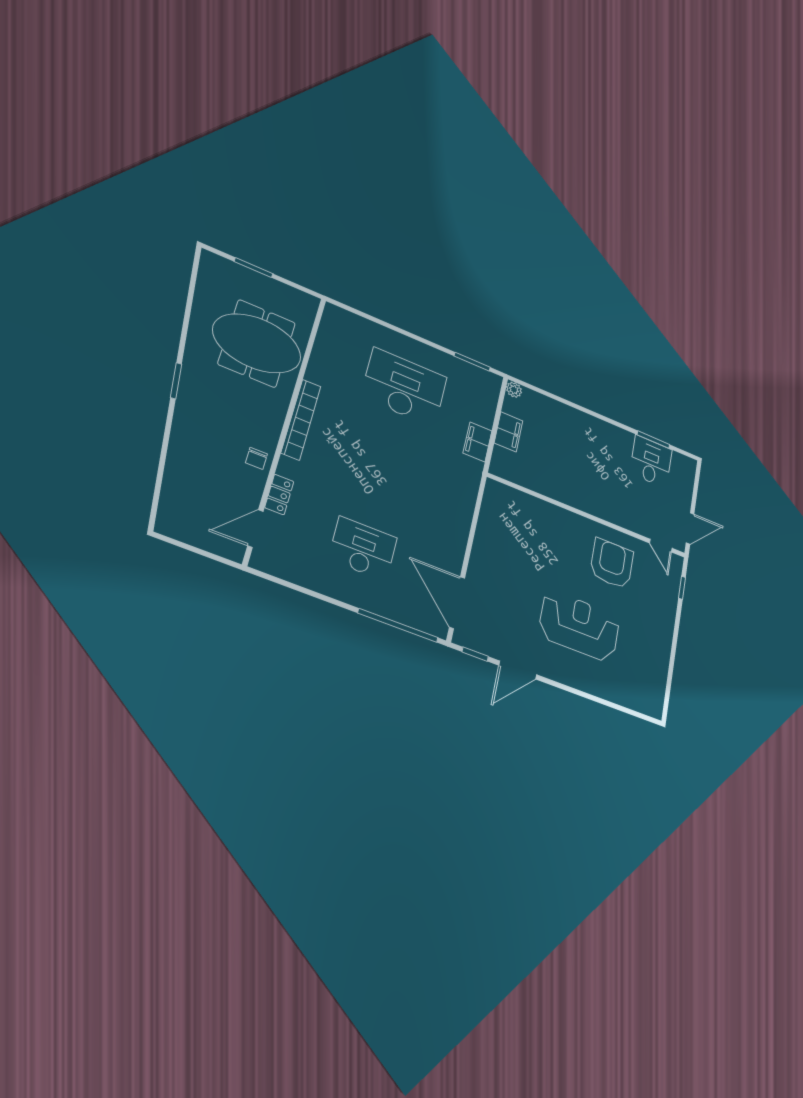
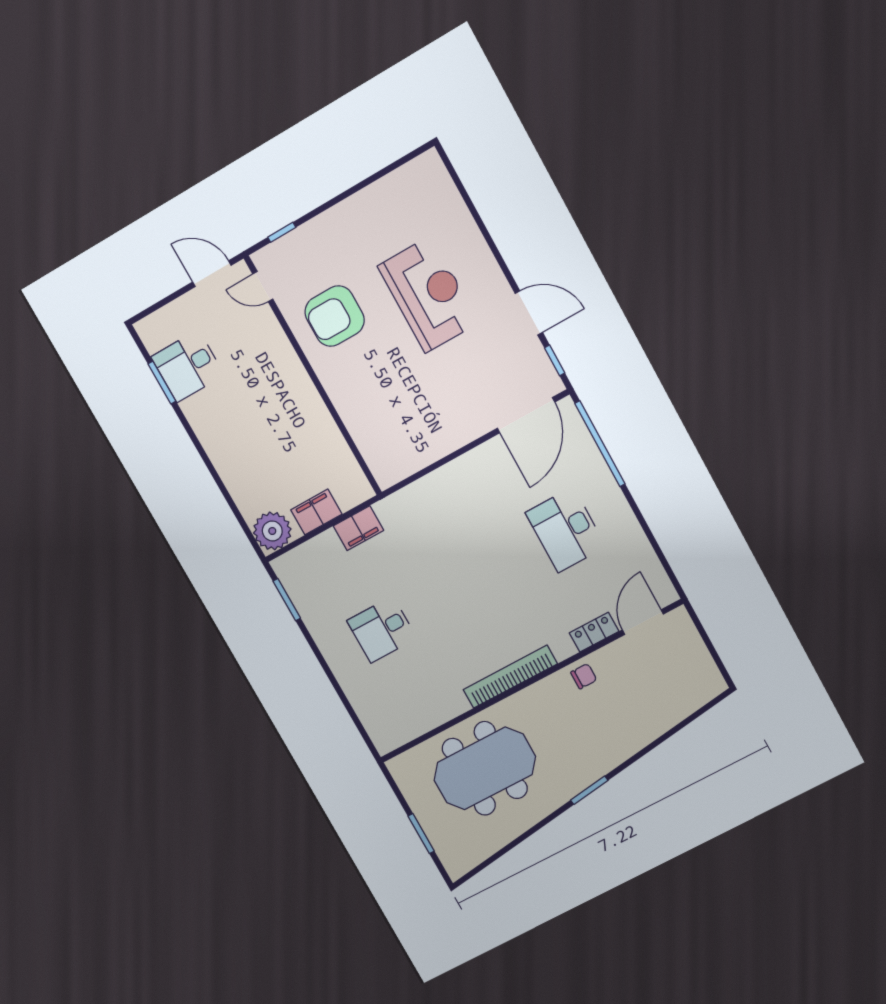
meeting table: (257, 343) -> (485, 768), turned 90
desk: (404, 387) -> (382, 630), width x0.53, depth x0.77
plant: (514, 390) -> (272, 531), width x1.88, depth x1.88
door: (255, 528) -> (643, 622), swing flipped
door: (661, 546) -> (263, 287), swing flipped
reception desk: (579, 626) -> (428, 294), turned 180

